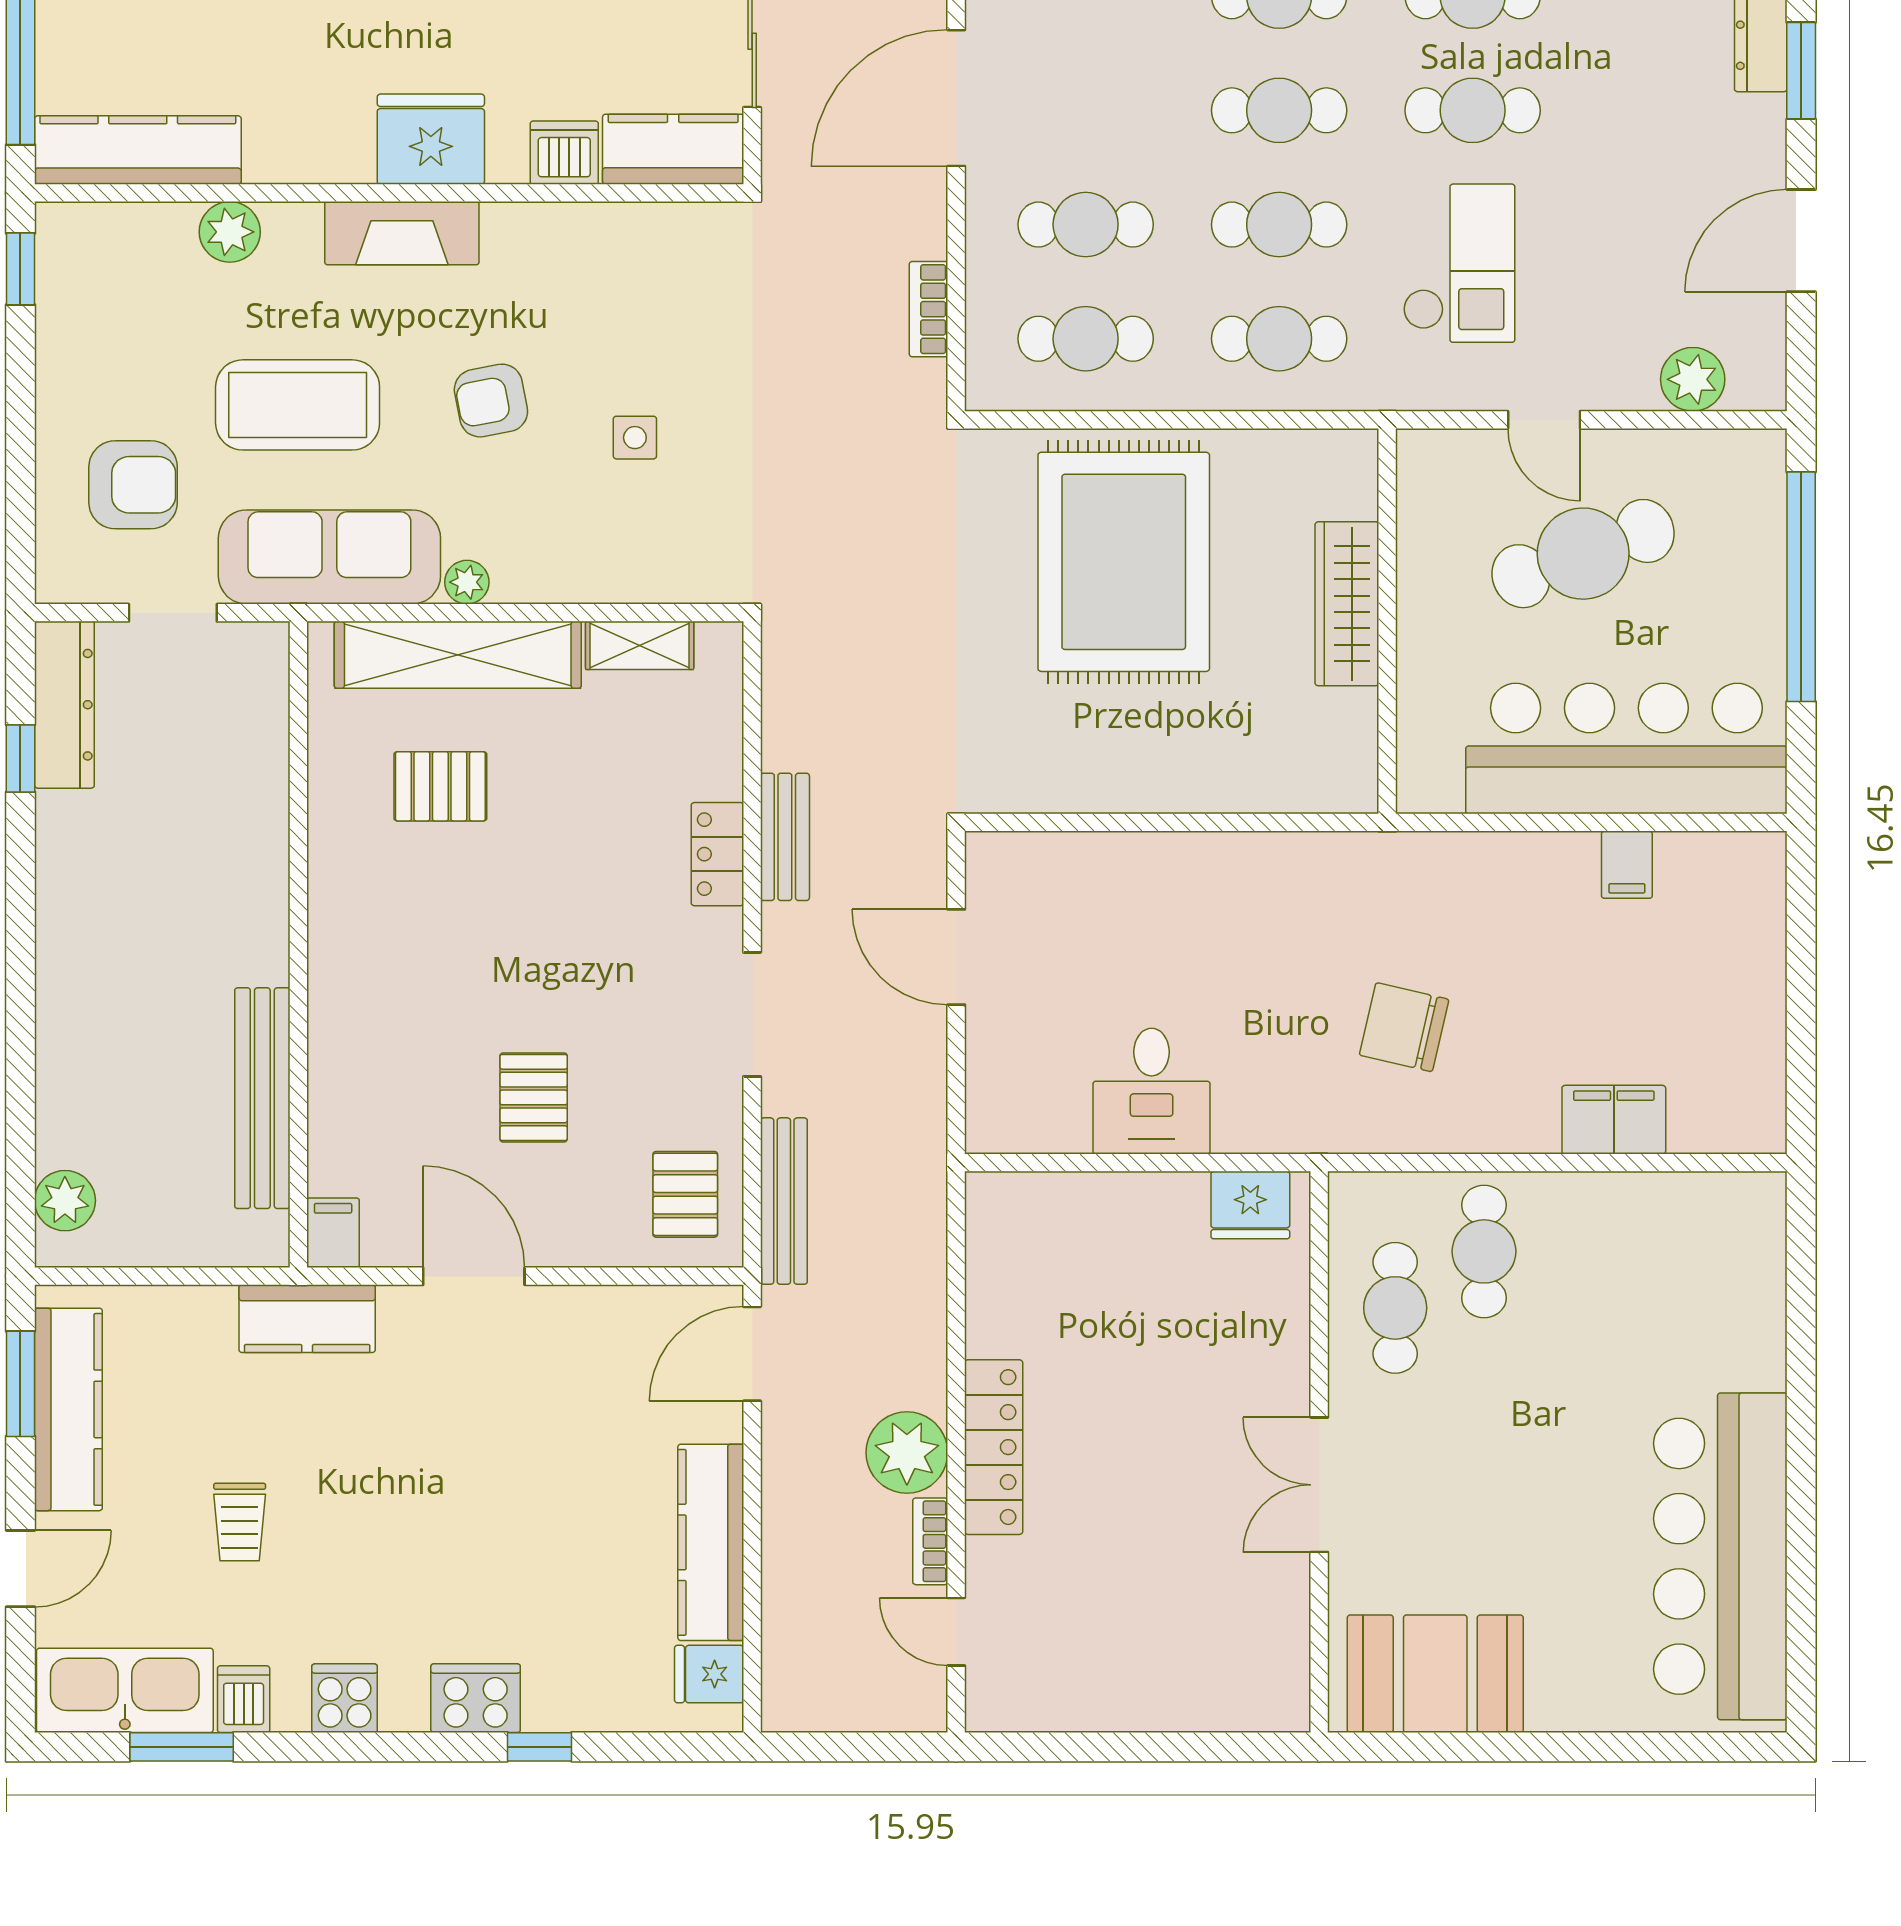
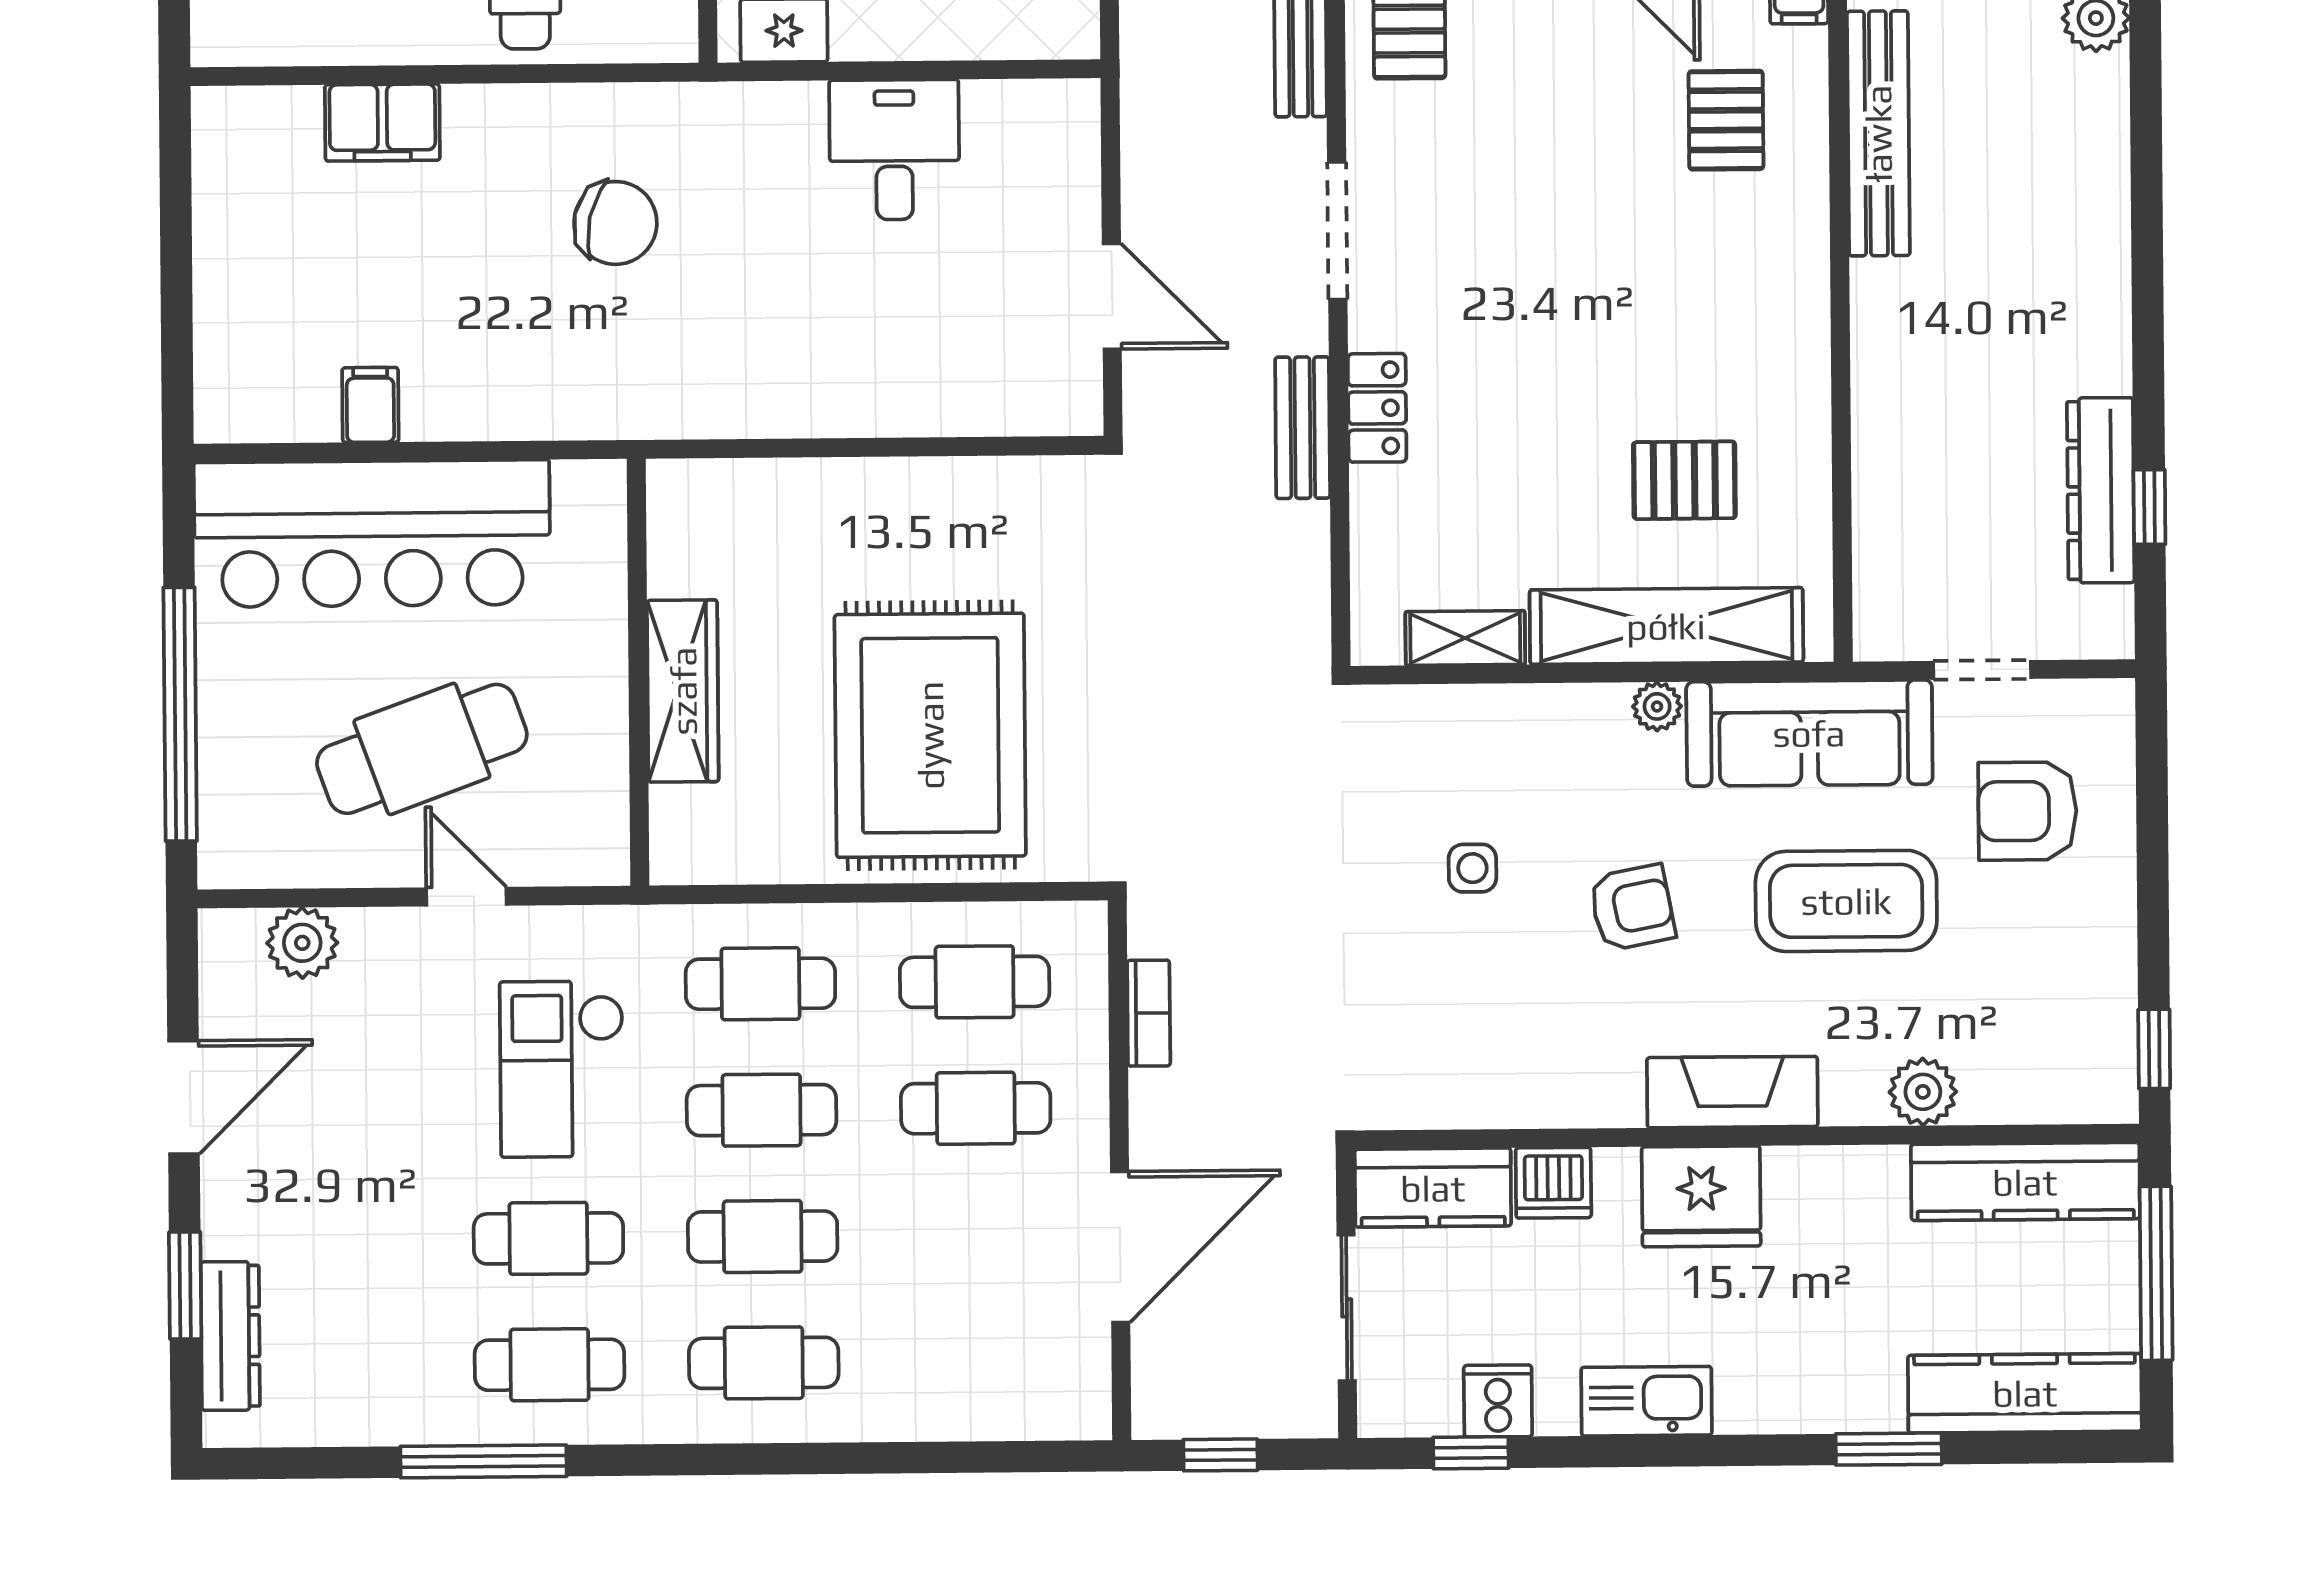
dresser: (64, 705) -> (2101, 490), moved
pallet: (534, 1097) -> (1726, 120), moved

